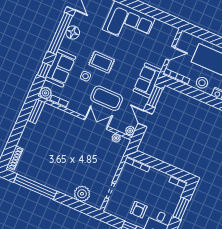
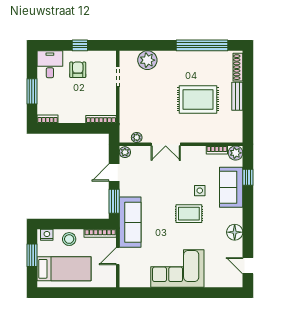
window: (60, 33) -> (248, 225), removed
sofa: (147, 80) -> (130, 222), width x1.36
coffee table: (107, 98) -> (166, 176), removed
bench: (36, 111) -> (237, 96), moved
door: (145, 119) -> (114, 172), swing flipped
rug: (56, 147) -> (198, 99), added

